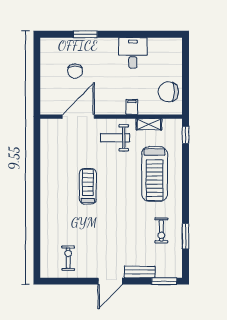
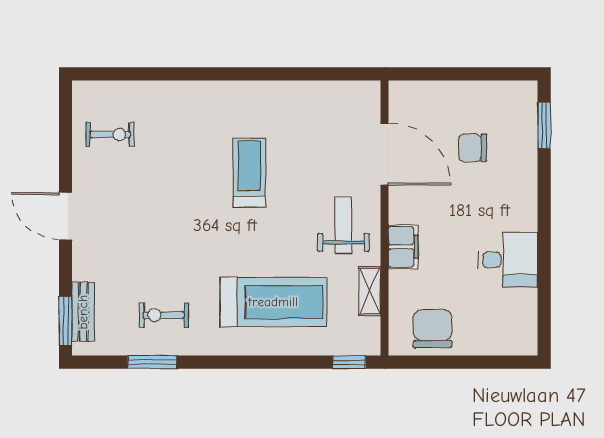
window: (85, 34) -> (544, 125), moved
filing cabinet: (132, 107) -> (403, 247), width x2.00
treadmill: (155, 174) -> (273, 302), turned 180
treadmill: (88, 186) -> (249, 173), turned -90
bench: (140, 272) -> (83, 312), moved

